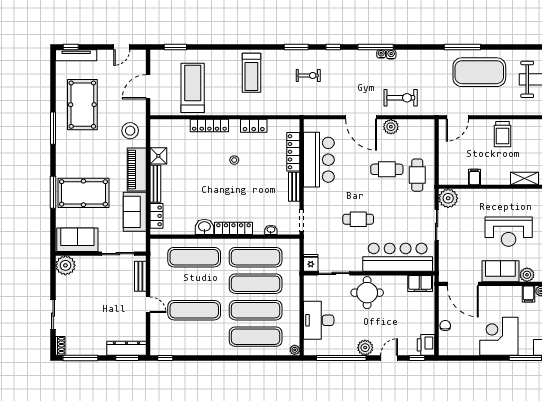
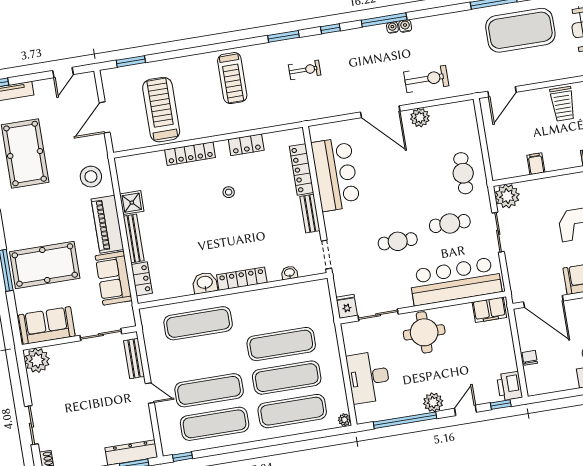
cafe table: (387, 169) -> (450, 223), moved
exercise mat: (256, 257) -> (215, 424), moved

